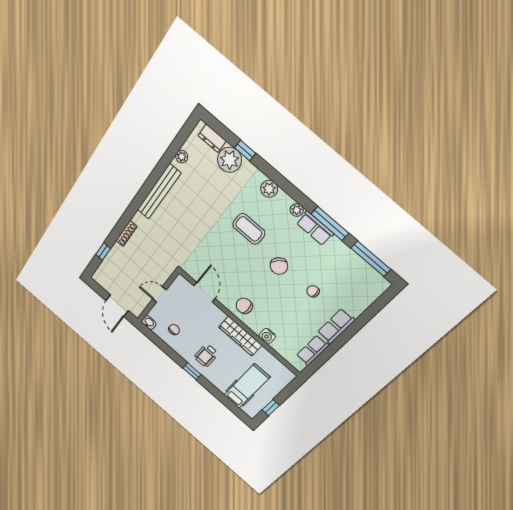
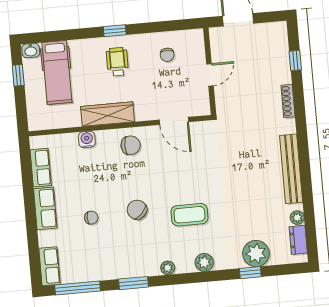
dresser: (212, 138) -> (298, 240), moved, turned -90
window: (330, 223) -> (134, 283), width x0.69
row of seats: (315, 228) -> (50, 266), moved, turned 90
washbasin: (149, 323) -> (31, 50), moved

